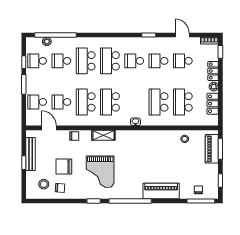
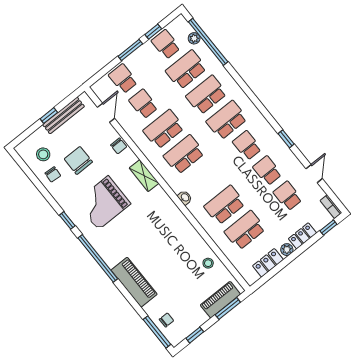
school desk: (61, 61) -> (186, 70), width x1.85

